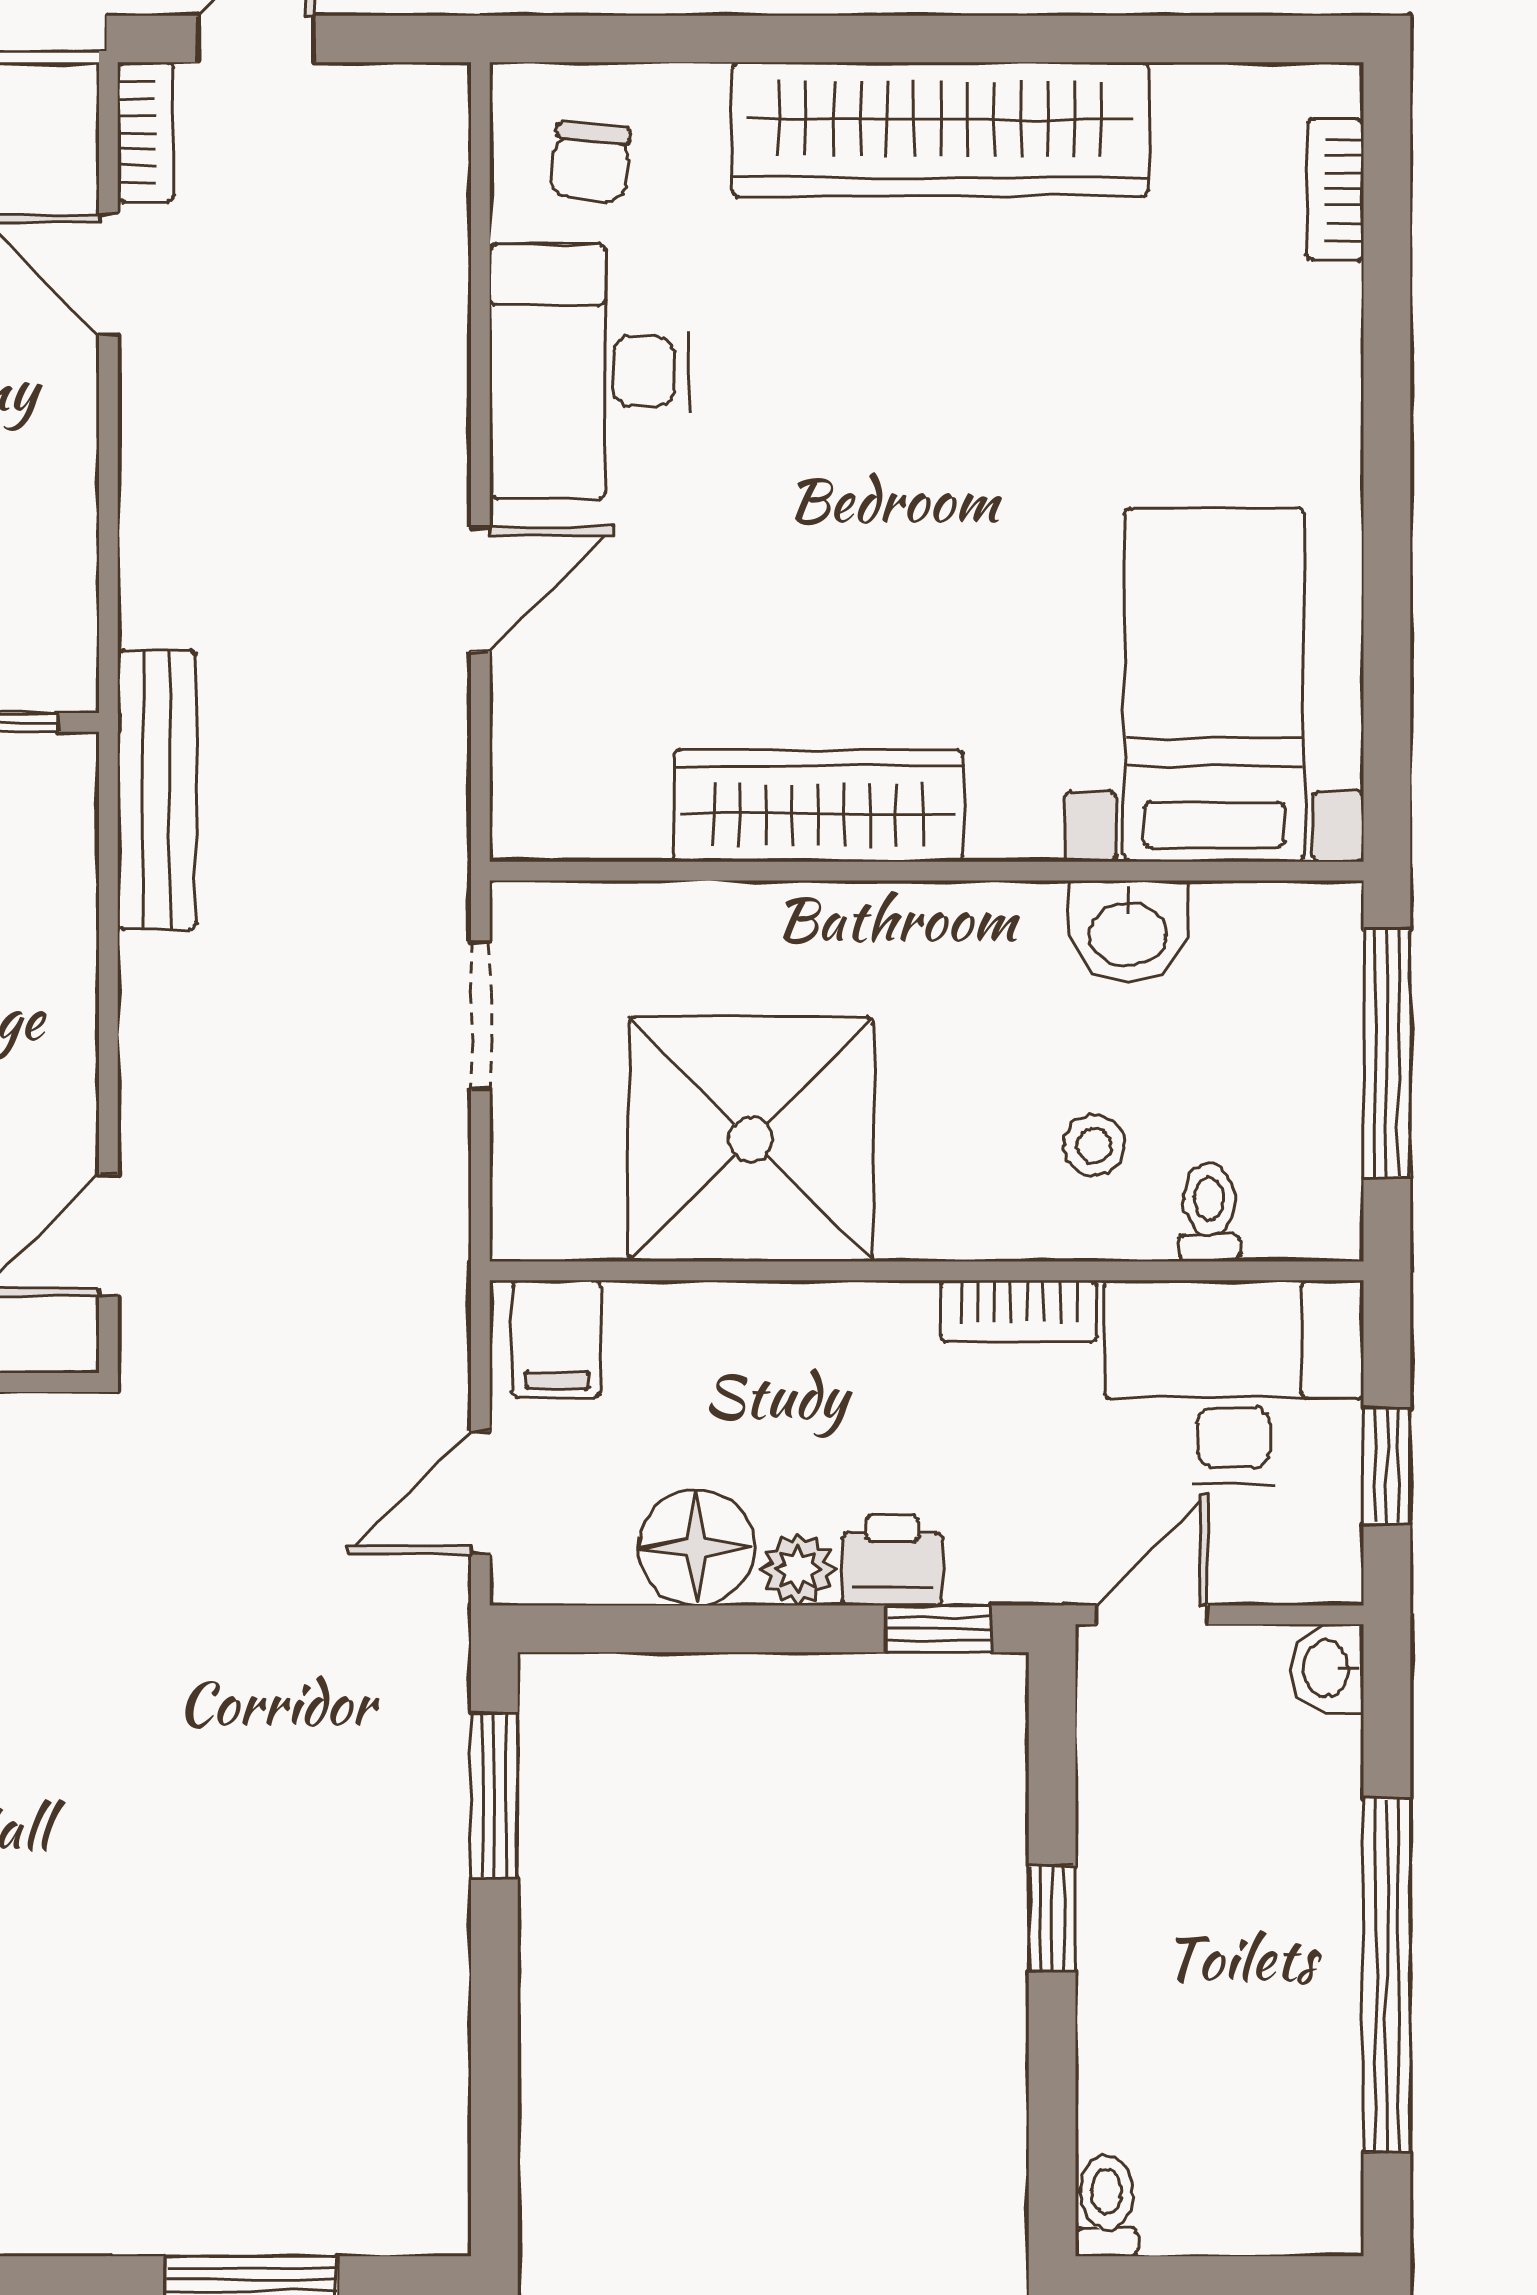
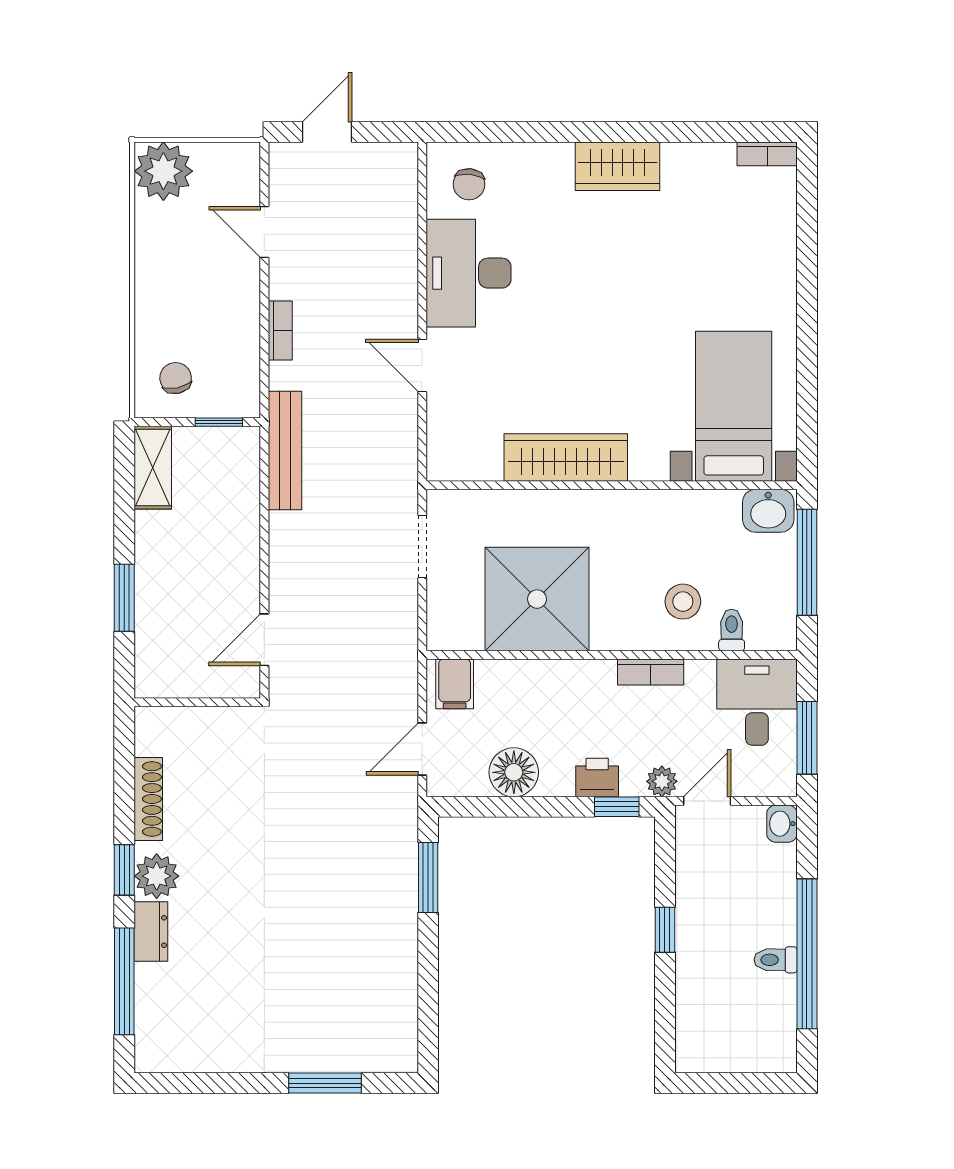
wardrobe: (940, 130) -> (618, 166), width x0.48, depth x0.85
bookcase: (146, 132) -> (280, 331), moved
bookcase: (1335, 190) -> (767, 154), moved, turned -90
door: (480, 589) -> (422, 366), swing flipped
washbasin: (1128, 931) -> (768, 511), moved
stool: (1094, 1145) -> (683, 602), width x1.37, depth x1.37
desk: (1234, 1382) -> (757, 702), width x0.73
window: (1387, 1466) -> (807, 738), width x1.50
plant: (798, 1569) -> (662, 781), moved
toilet: (1107, 2206) -> (776, 960), moved, turned -90

